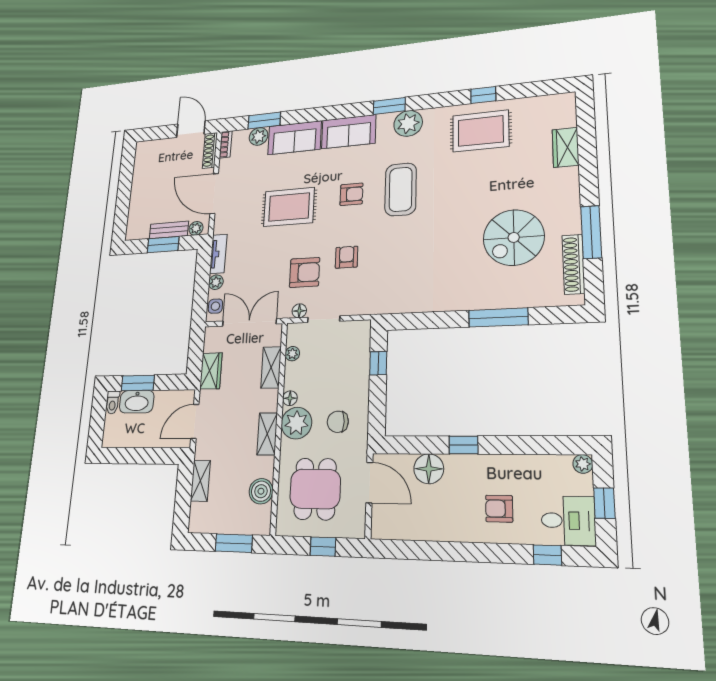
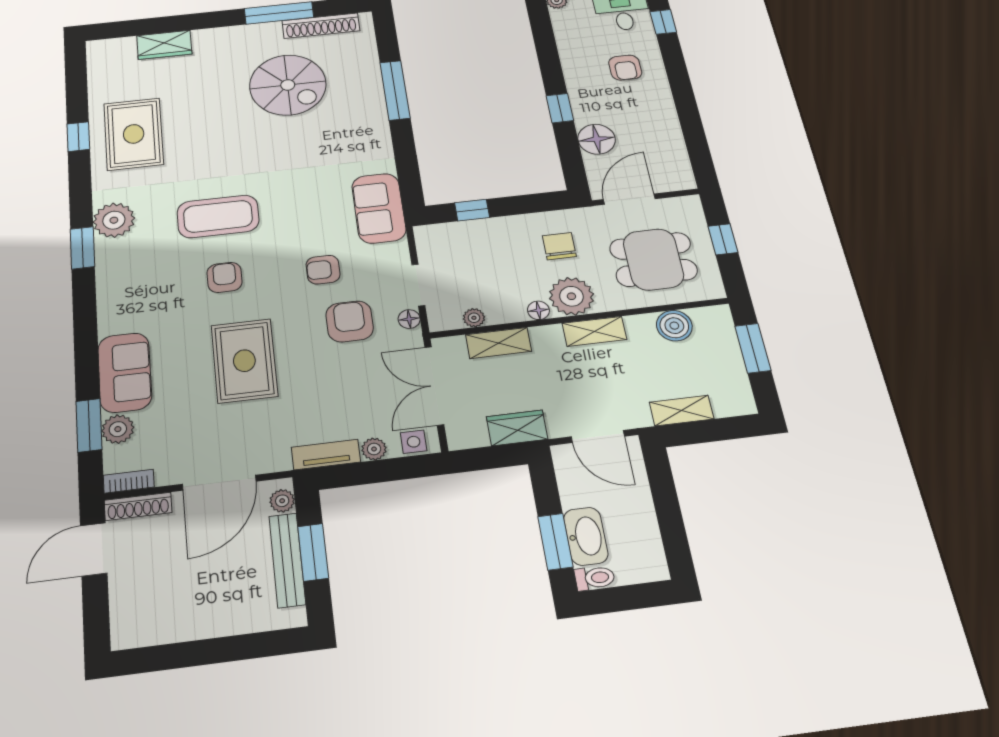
sofa: (349, 132) -> (379, 208), moved, turned 180
bench: (169, 230) -> (287, 560), width x1.36
chair: (338, 422) -> (559, 246), turned 180

